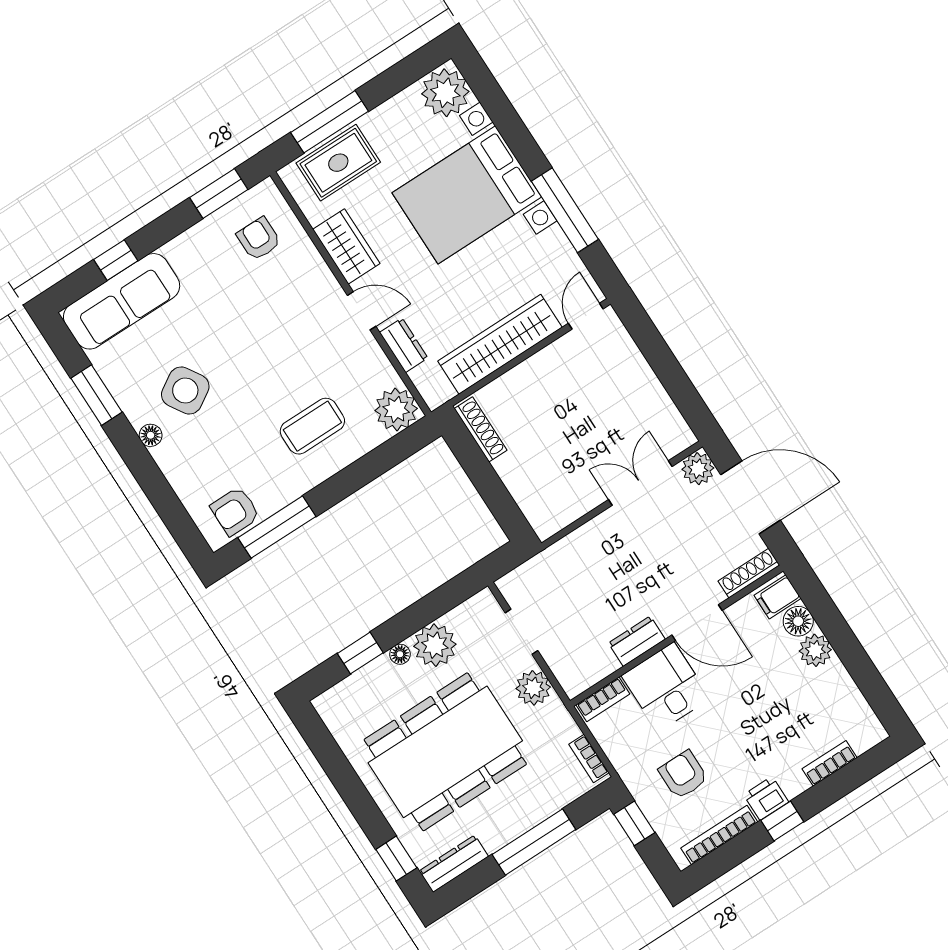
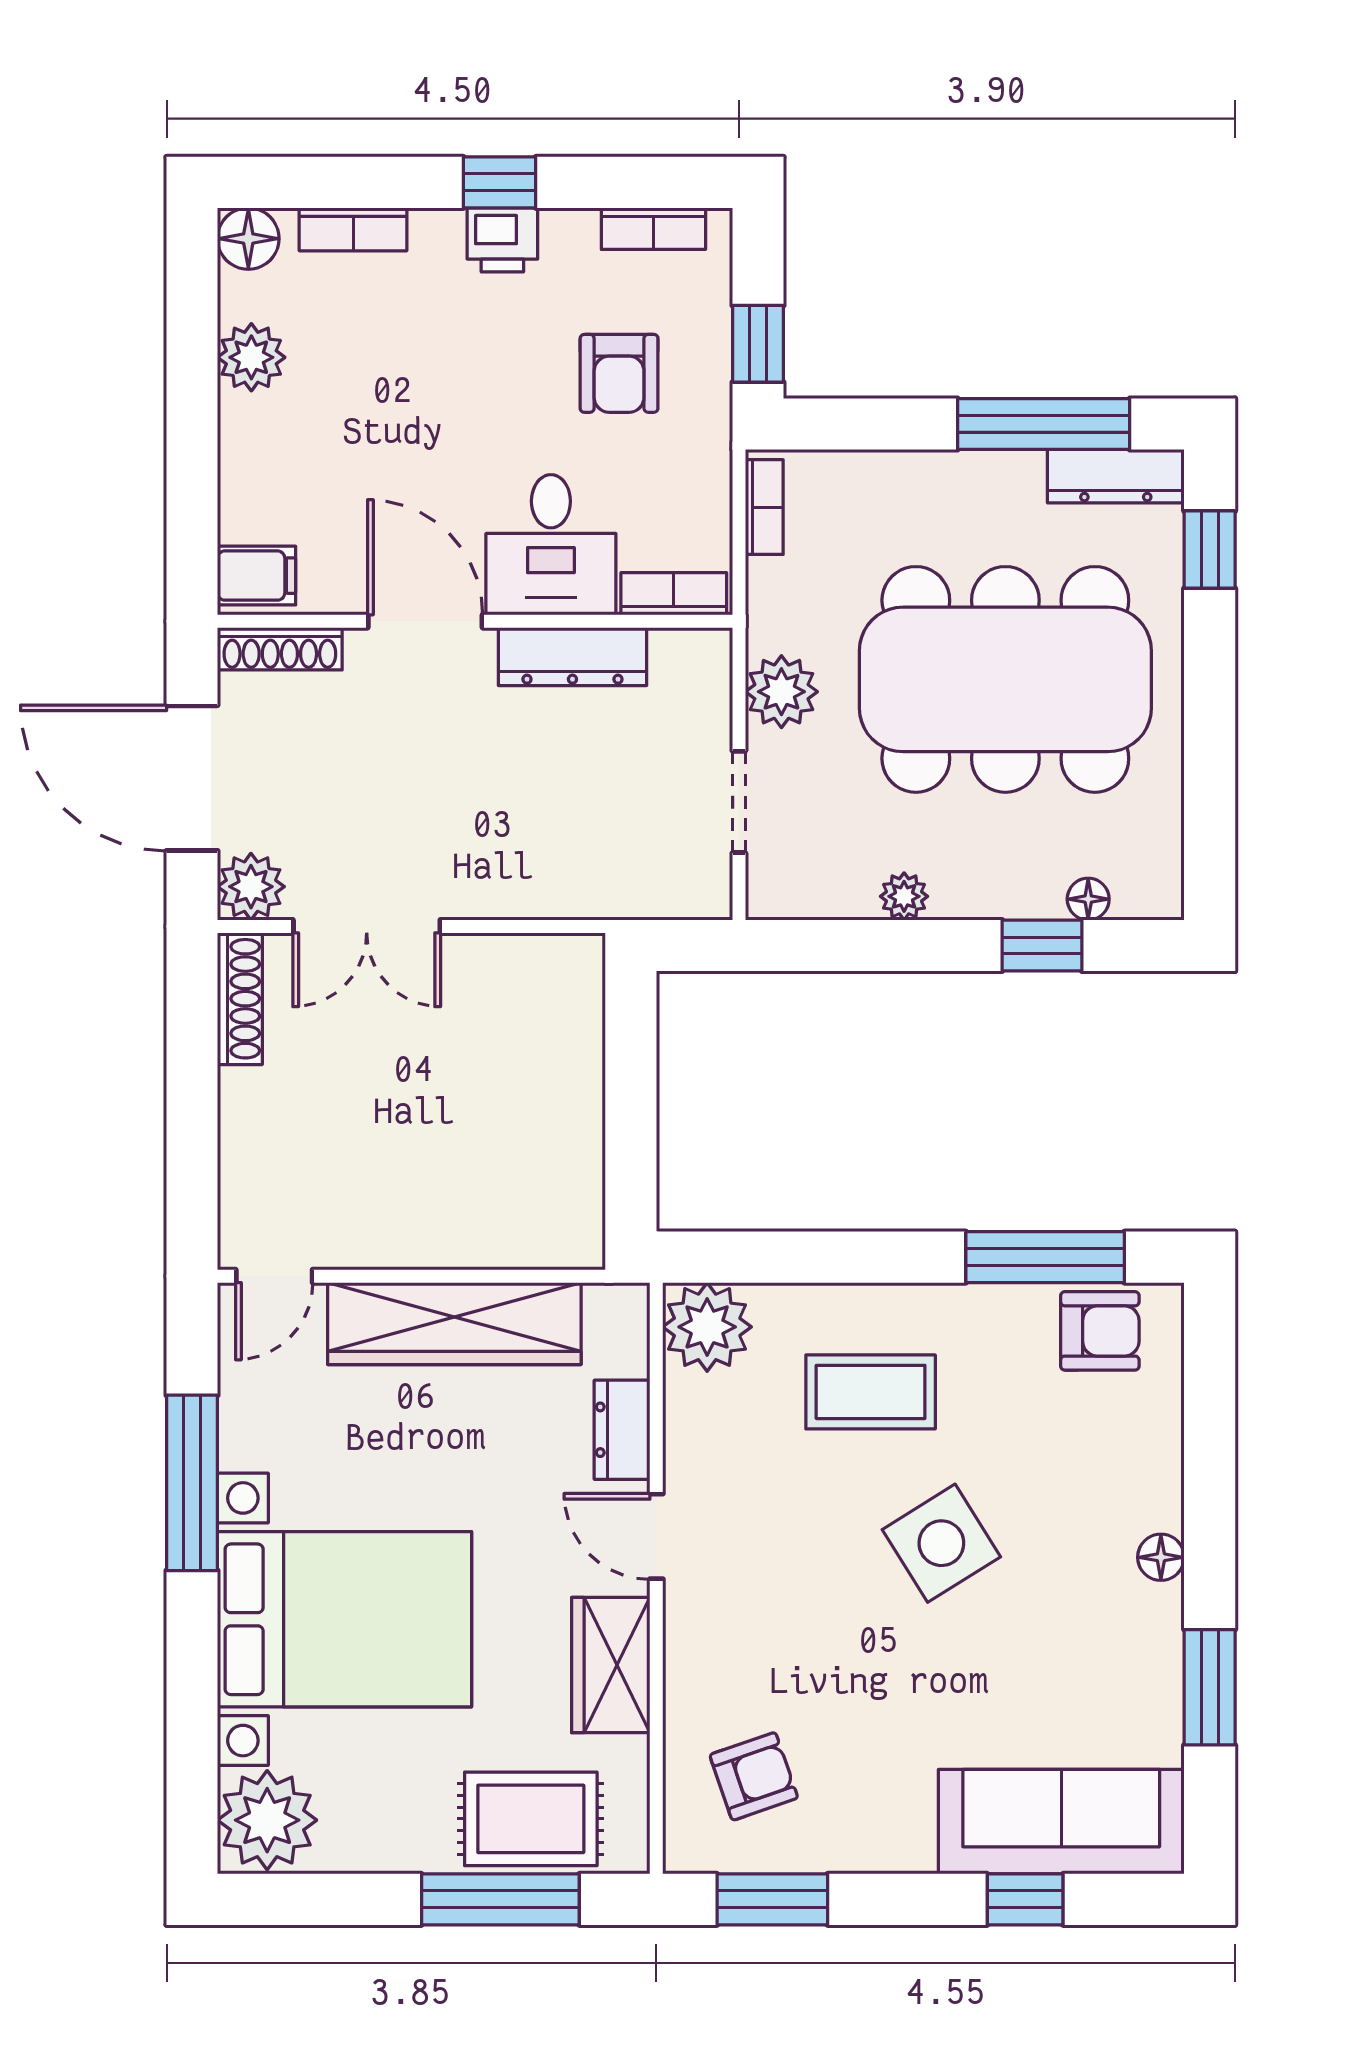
armchair: (259, 239) -> (754, 1776), turned -109
side table: (185, 390) -> (941, 1543), moved
shoe rack: (481, 429) -> (240, 999), moved, turned 180
floor lamp: (798, 621) -> (248, 239), moved
dresser: (637, 641) -> (572, 657), width x1.44
plant: (435, 645) -> (904, 896), width x0.53, depth x0.53
plant: (815, 650) -> (251, 357), moved
floor lamp: (400, 654) -> (1088, 899), moved
bookcase: (719, 835) -> (653, 229), width x0.64
window: (534, 842) -> (1044, 424), moved

